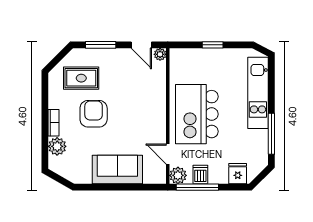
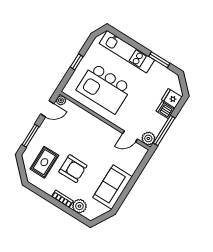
armchair: (94, 114) -> (73, 169), turned 180
kitchen island: (197, 114) -> (104, 88), moved
window: (271, 134) -> (159, 60), width x0.69
sofa: (117, 170) -> (113, 187), moved
dishwasher: (200, 175) -> (165, 110), moved

